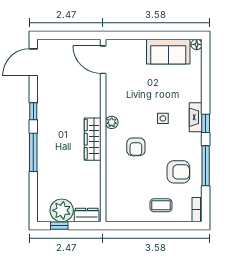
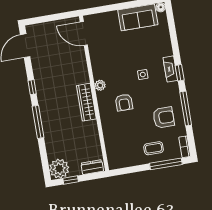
plant: (62, 210) -> (59, 169), moved
window: (172, 226) -> (166, 164), added

